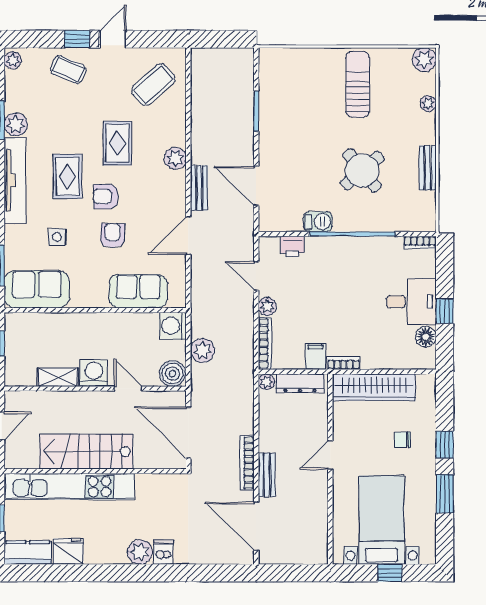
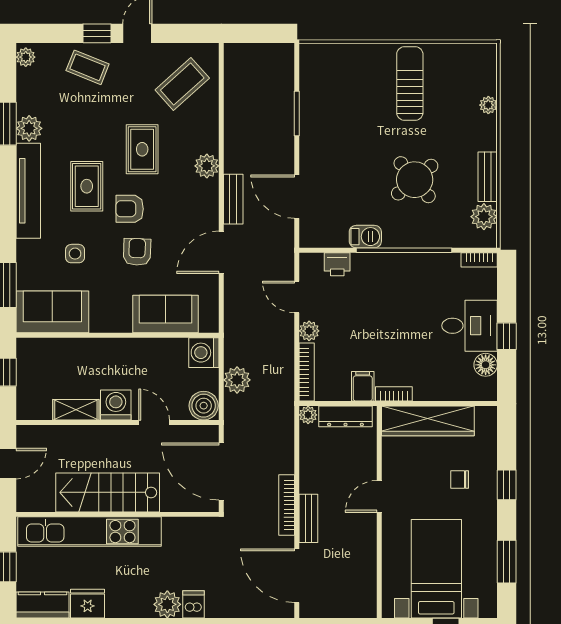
plant: (424, 59) -> (484, 217), moved
window: (445, 494) -> (507, 562), moved

